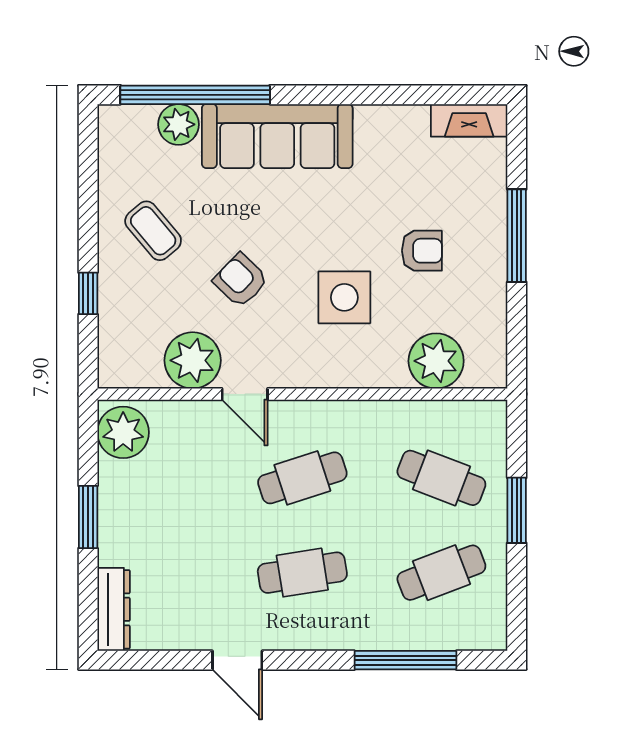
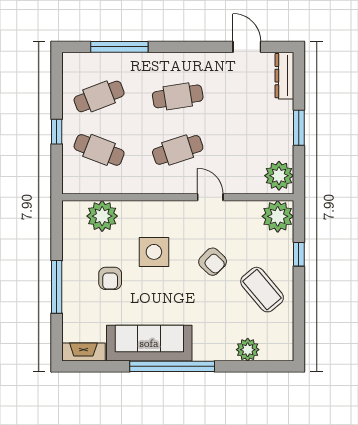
window: (195, 95) -> (172, 366), moved
sofa: (277, 136) -> (149, 343), moved
coffee table: (153, 231) -> (262, 290), width x1.36, depth x1.30
armchair: (422, 251) -> (110, 278), turned -90
plant: (193, 360) -> (278, 216), moved
window: (517, 510) -> (57, 132), width x0.67
door: (237, 660) -> (247, 47), moved

